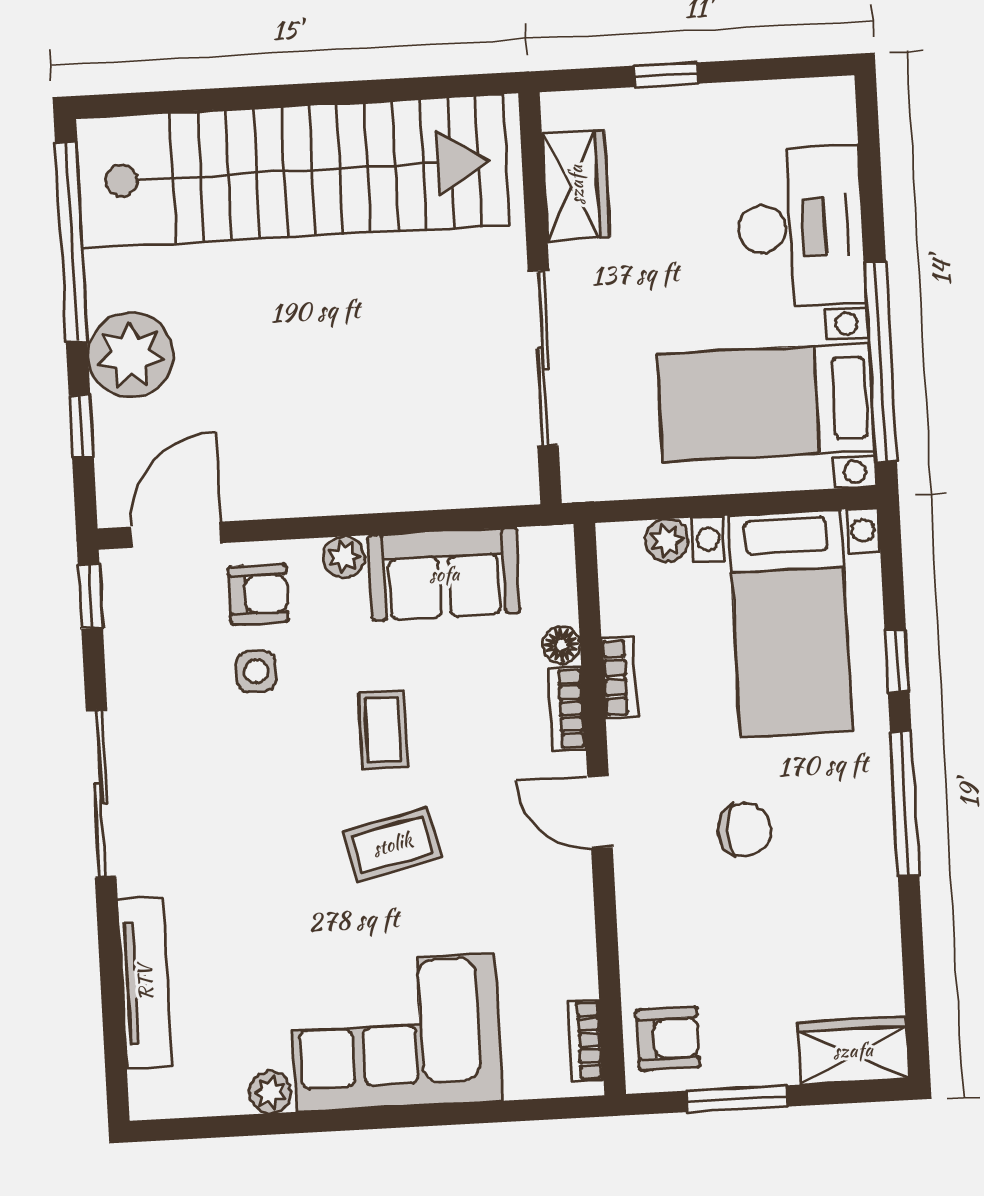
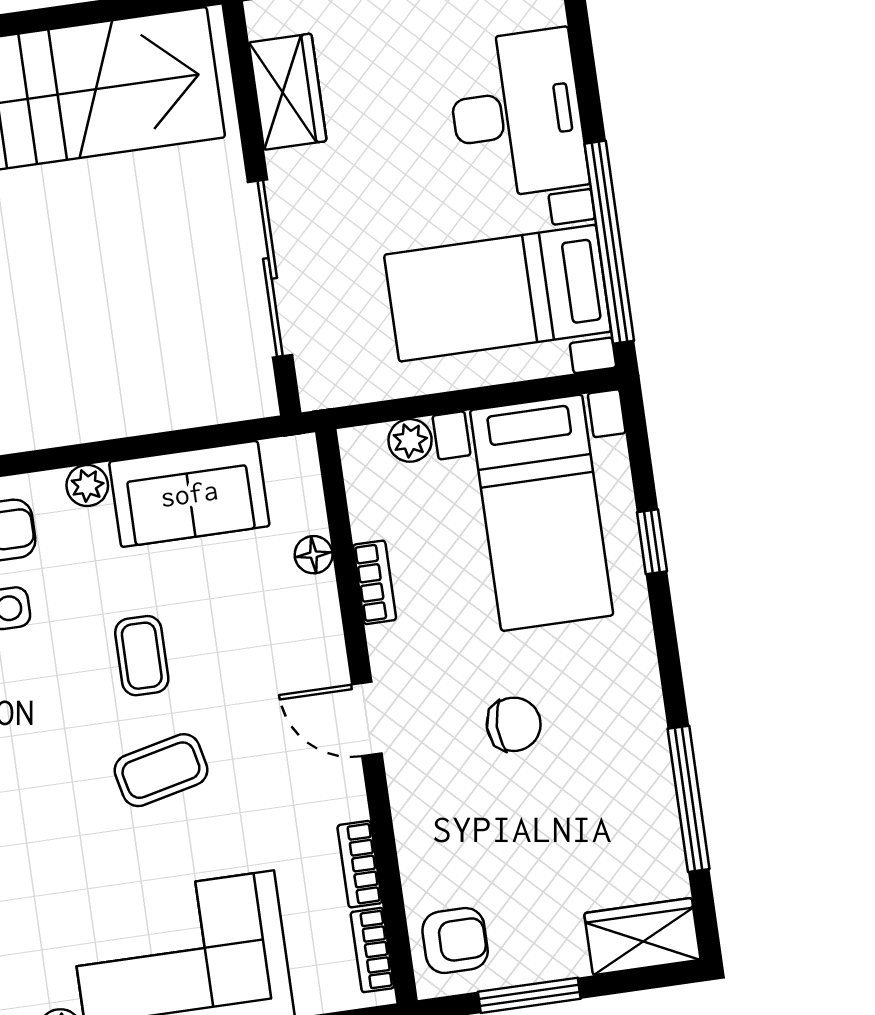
bookcase: (567, 709) -> (360, 864), moved
window: (905, 803) -> (689, 799), moved

